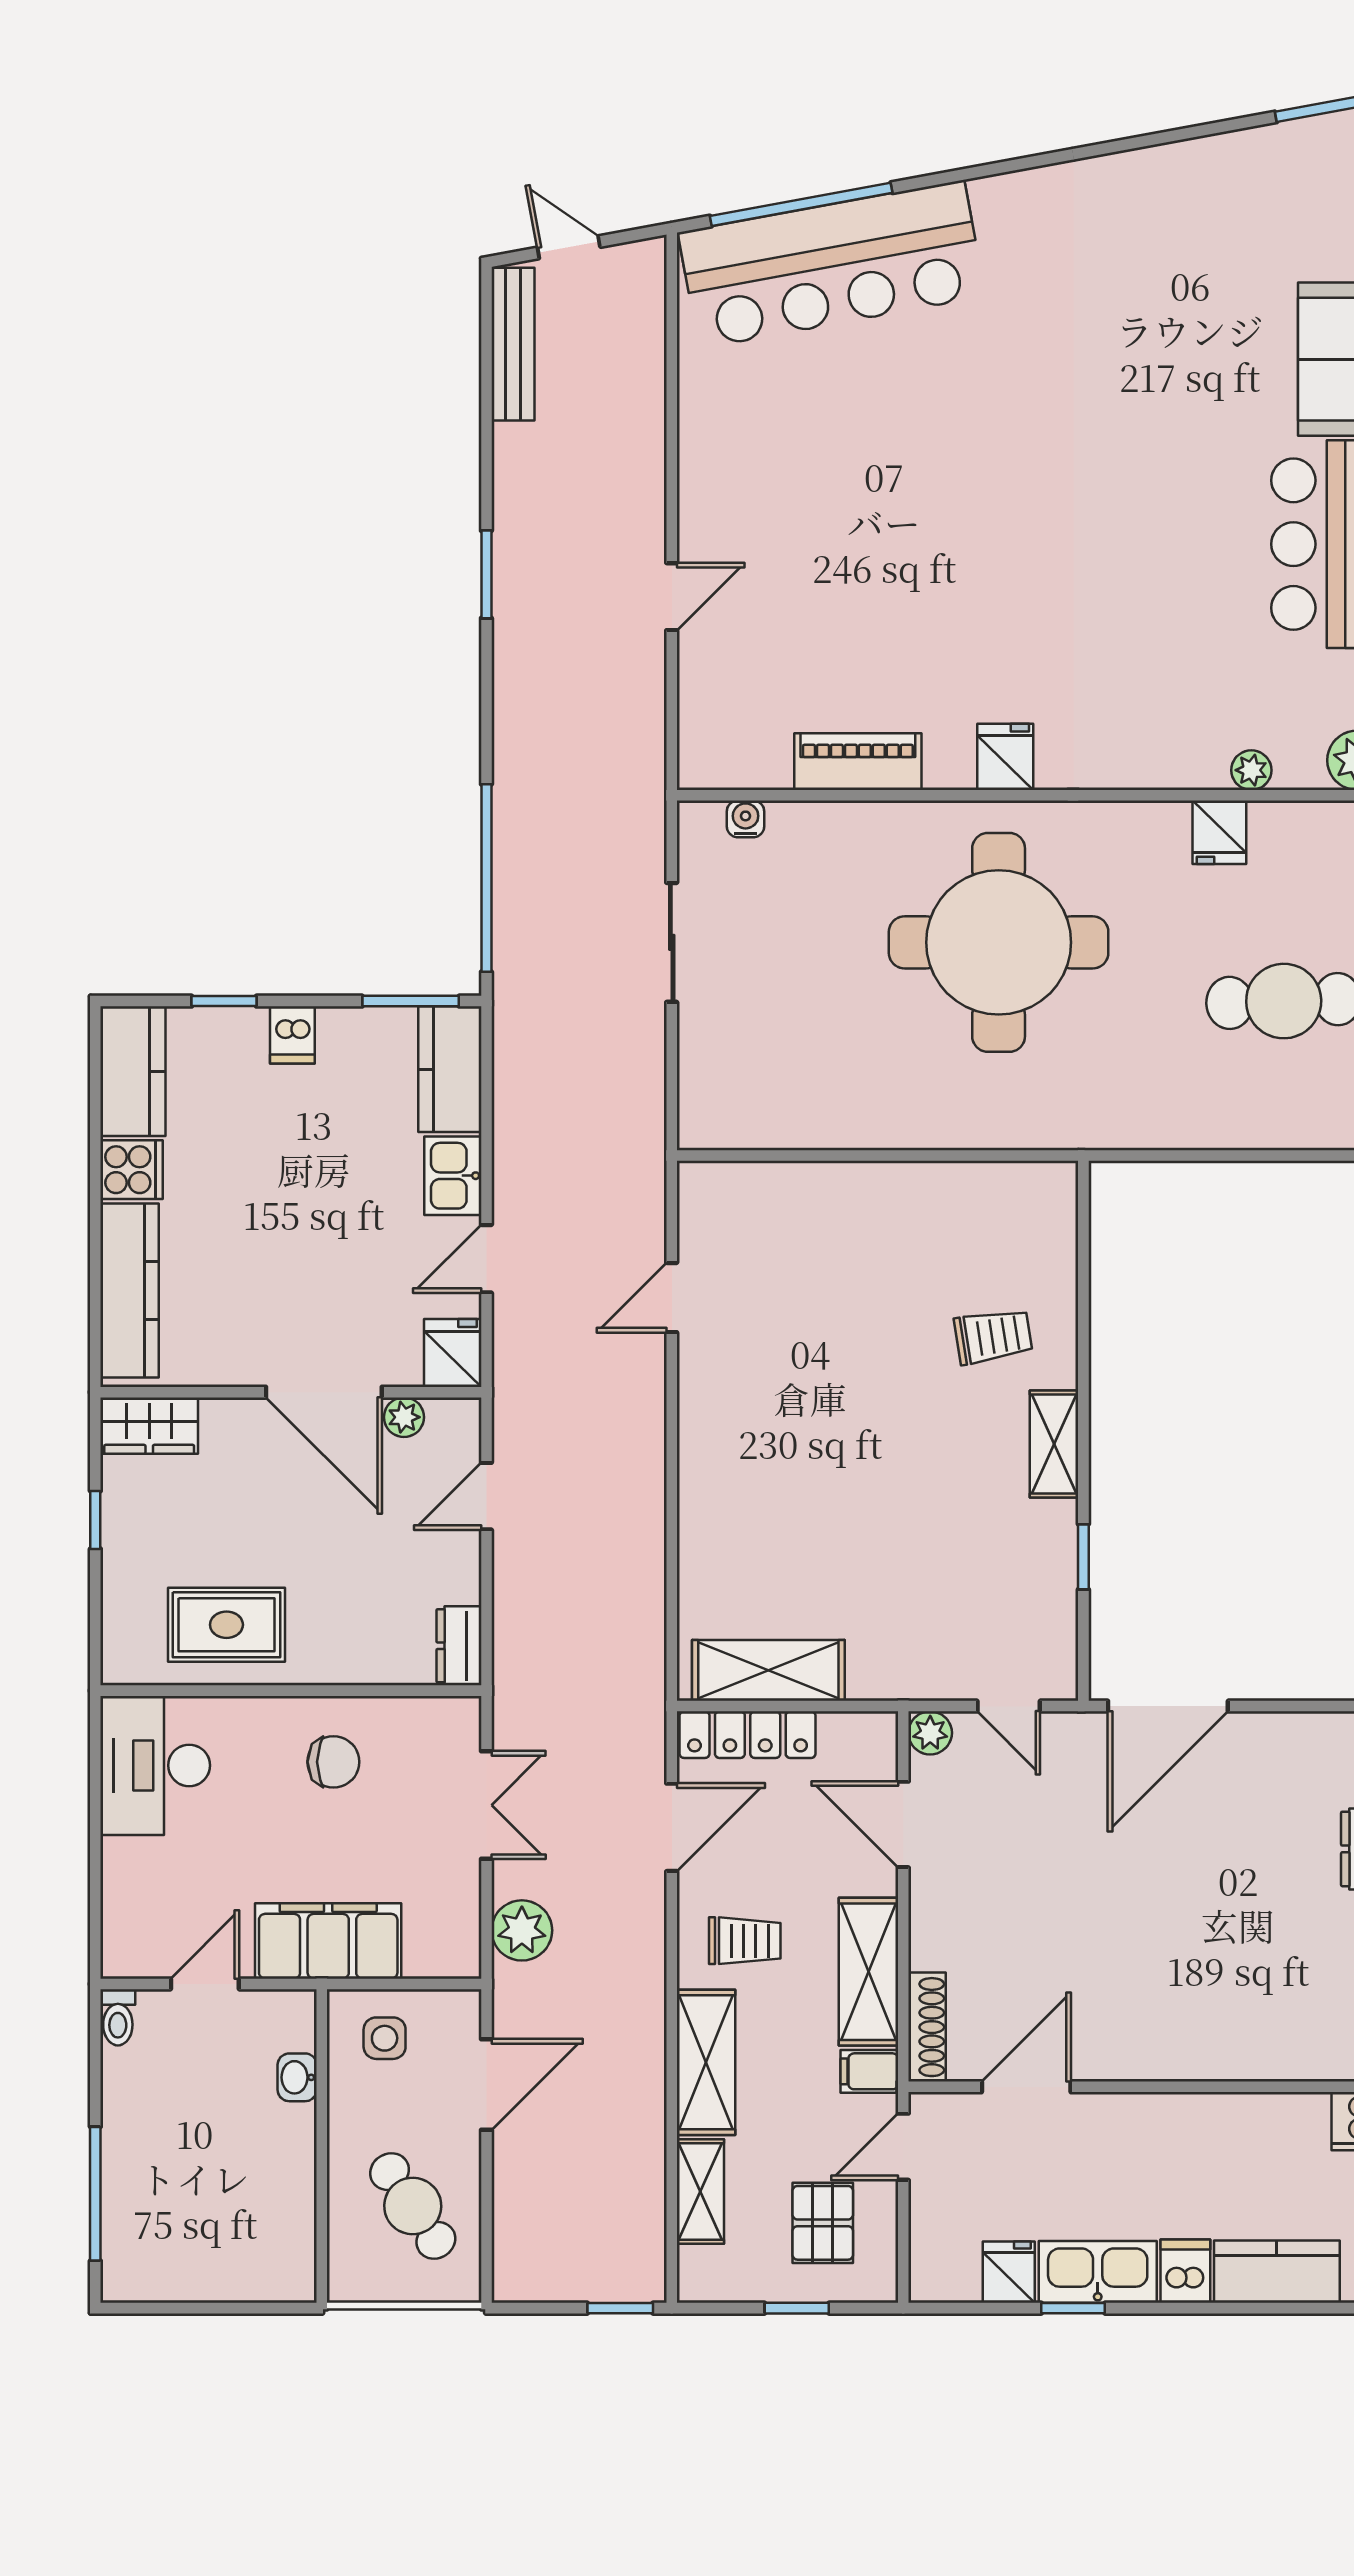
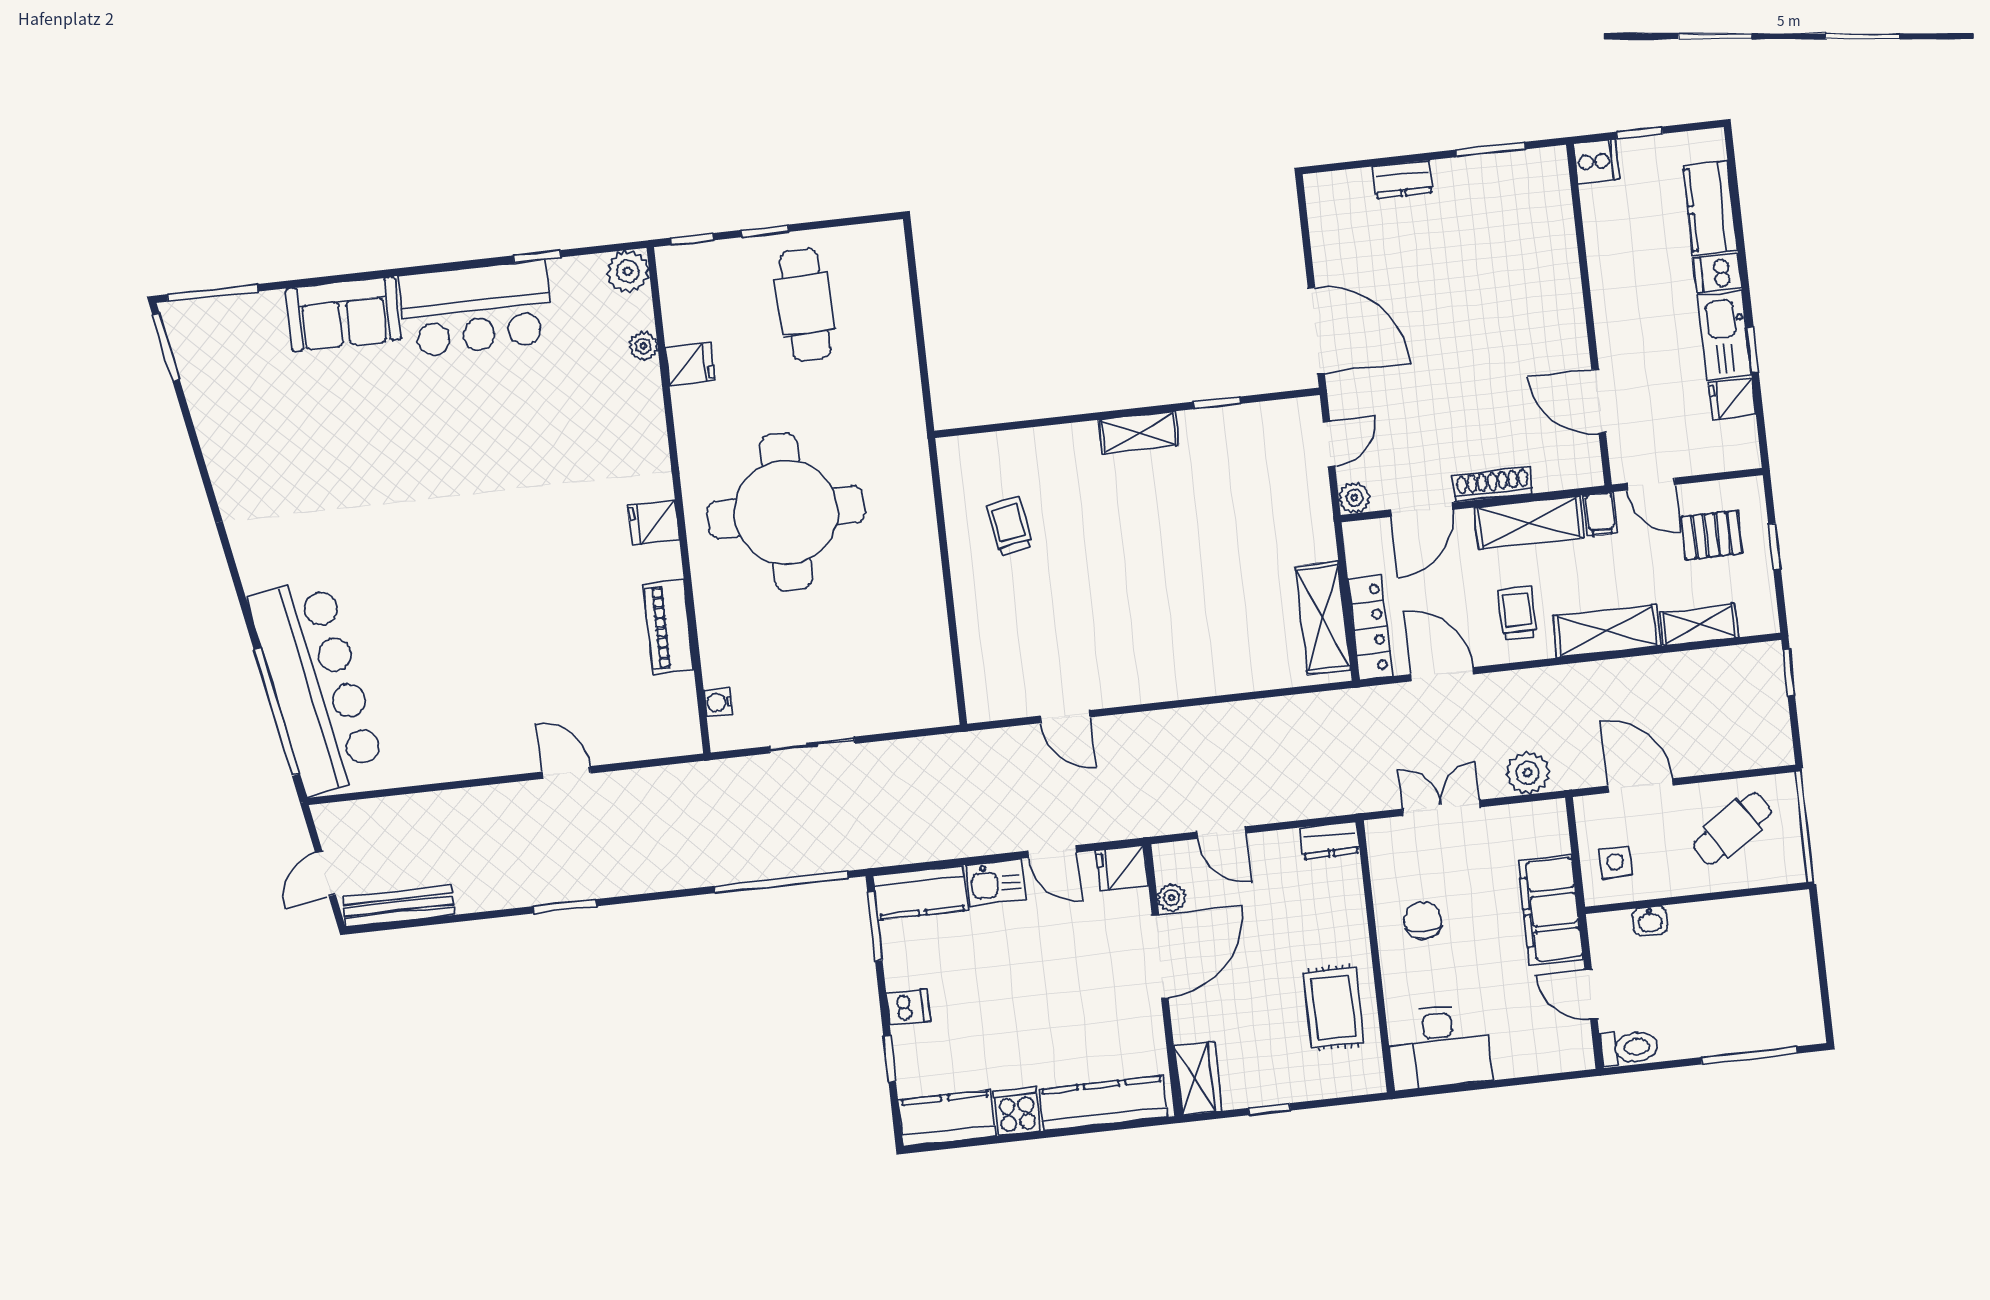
trolley: (993, 1336) -> (1009, 526), moved
toilet: (118, 2017) -> (1629, 1048), width x1.37, depth x1.39
shoe rack: (927, 2027) -> (1493, 485), moved

